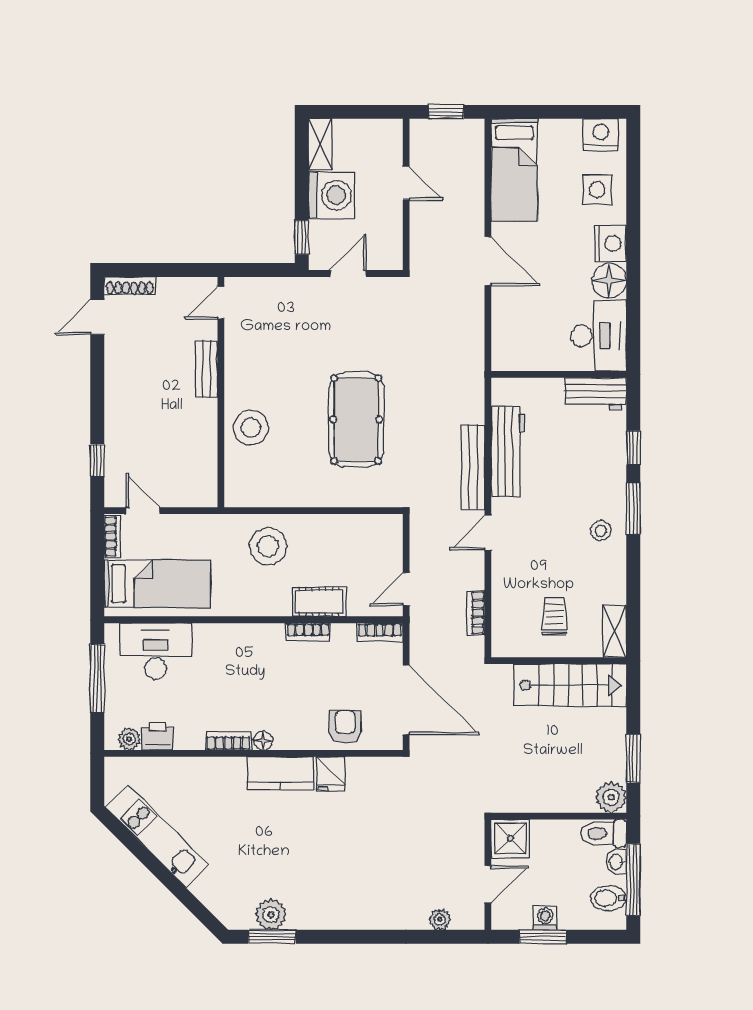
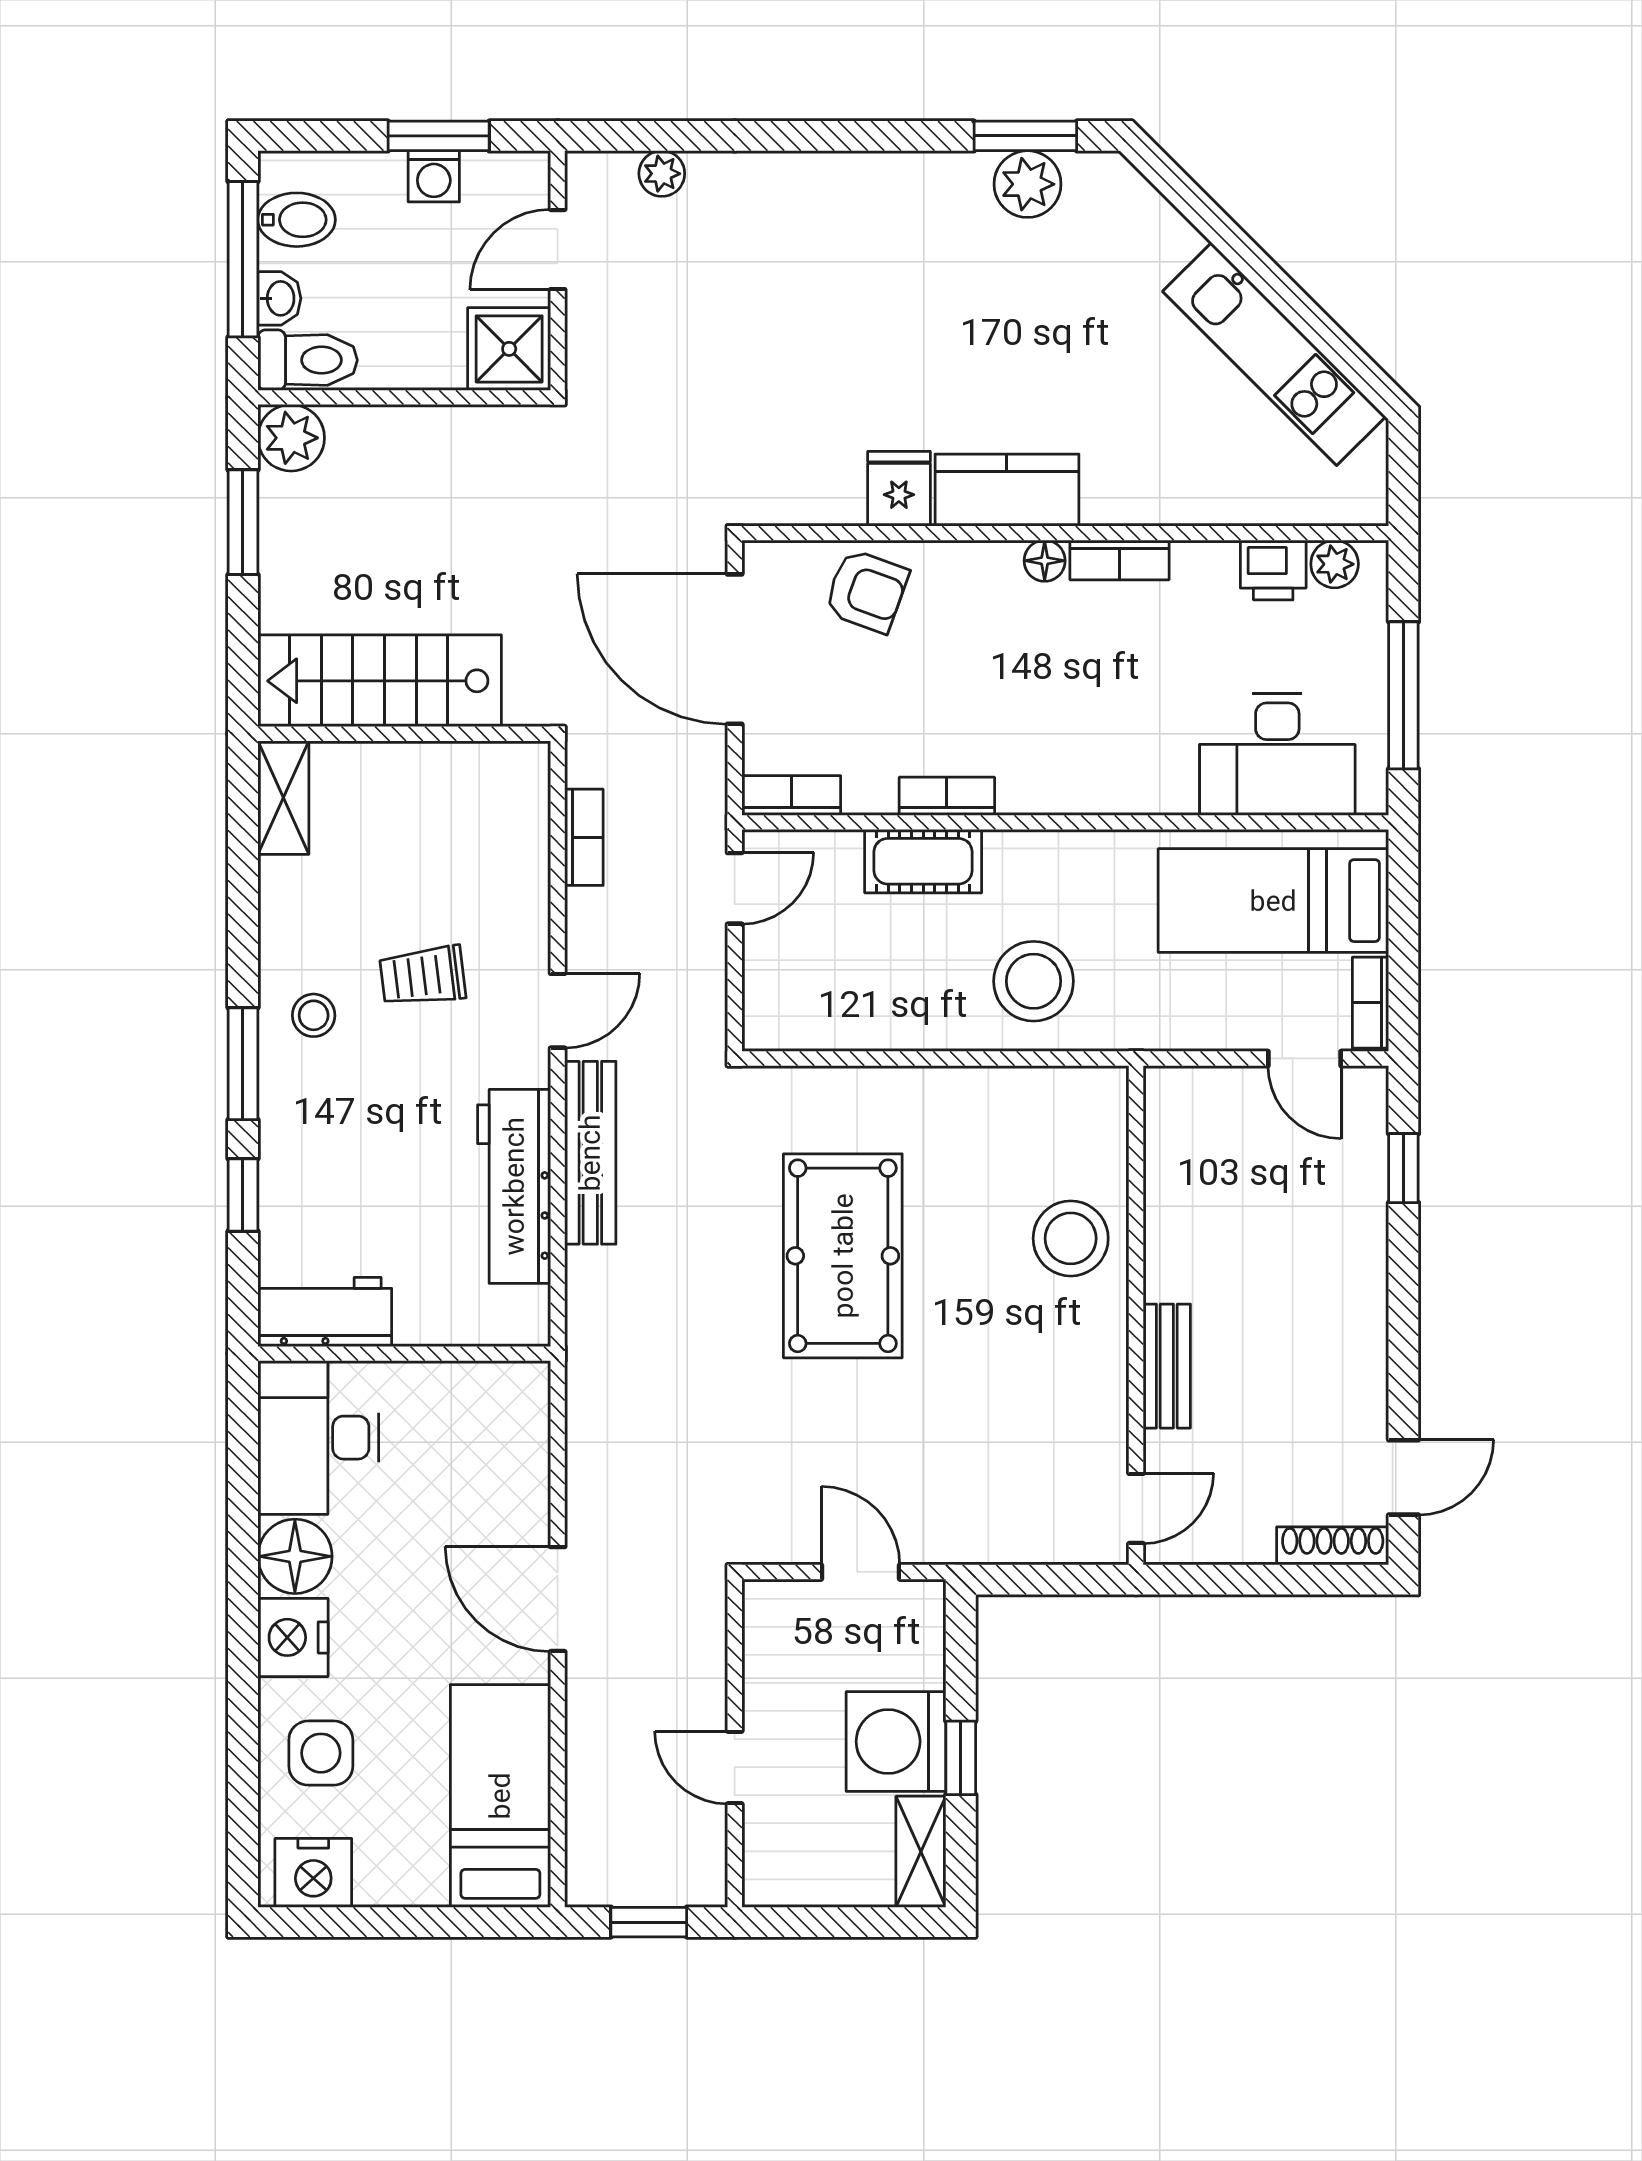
window: (302, 237) -> (961, 1758), moved
door: (348, 274) -> (861, 1572), swing flipped
trolley: (554, 616) -> (423, 976), moved, turned 83
armchair: (345, 727) -> (866, 591), turned -70

